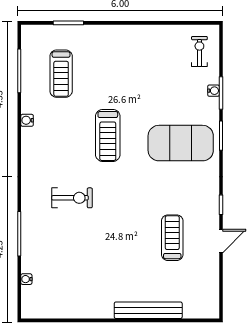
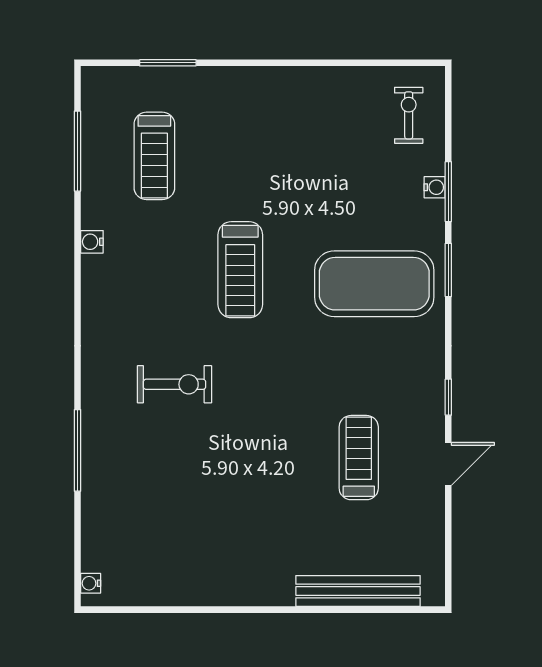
water cooler: (26, 279) -> (91, 583), moved
bench: (148, 310) -> (358, 591), moved

